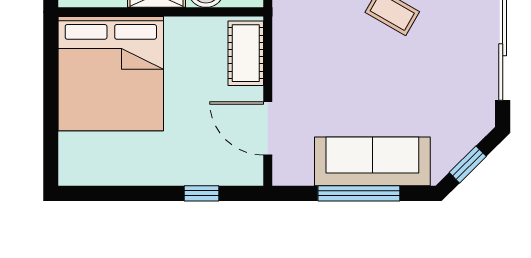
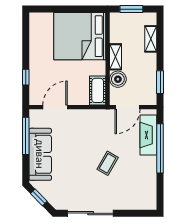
cot: (246, 53) -> (98, 90), moved, turned 90
window: (359, 193) -> (26, 136), moved

